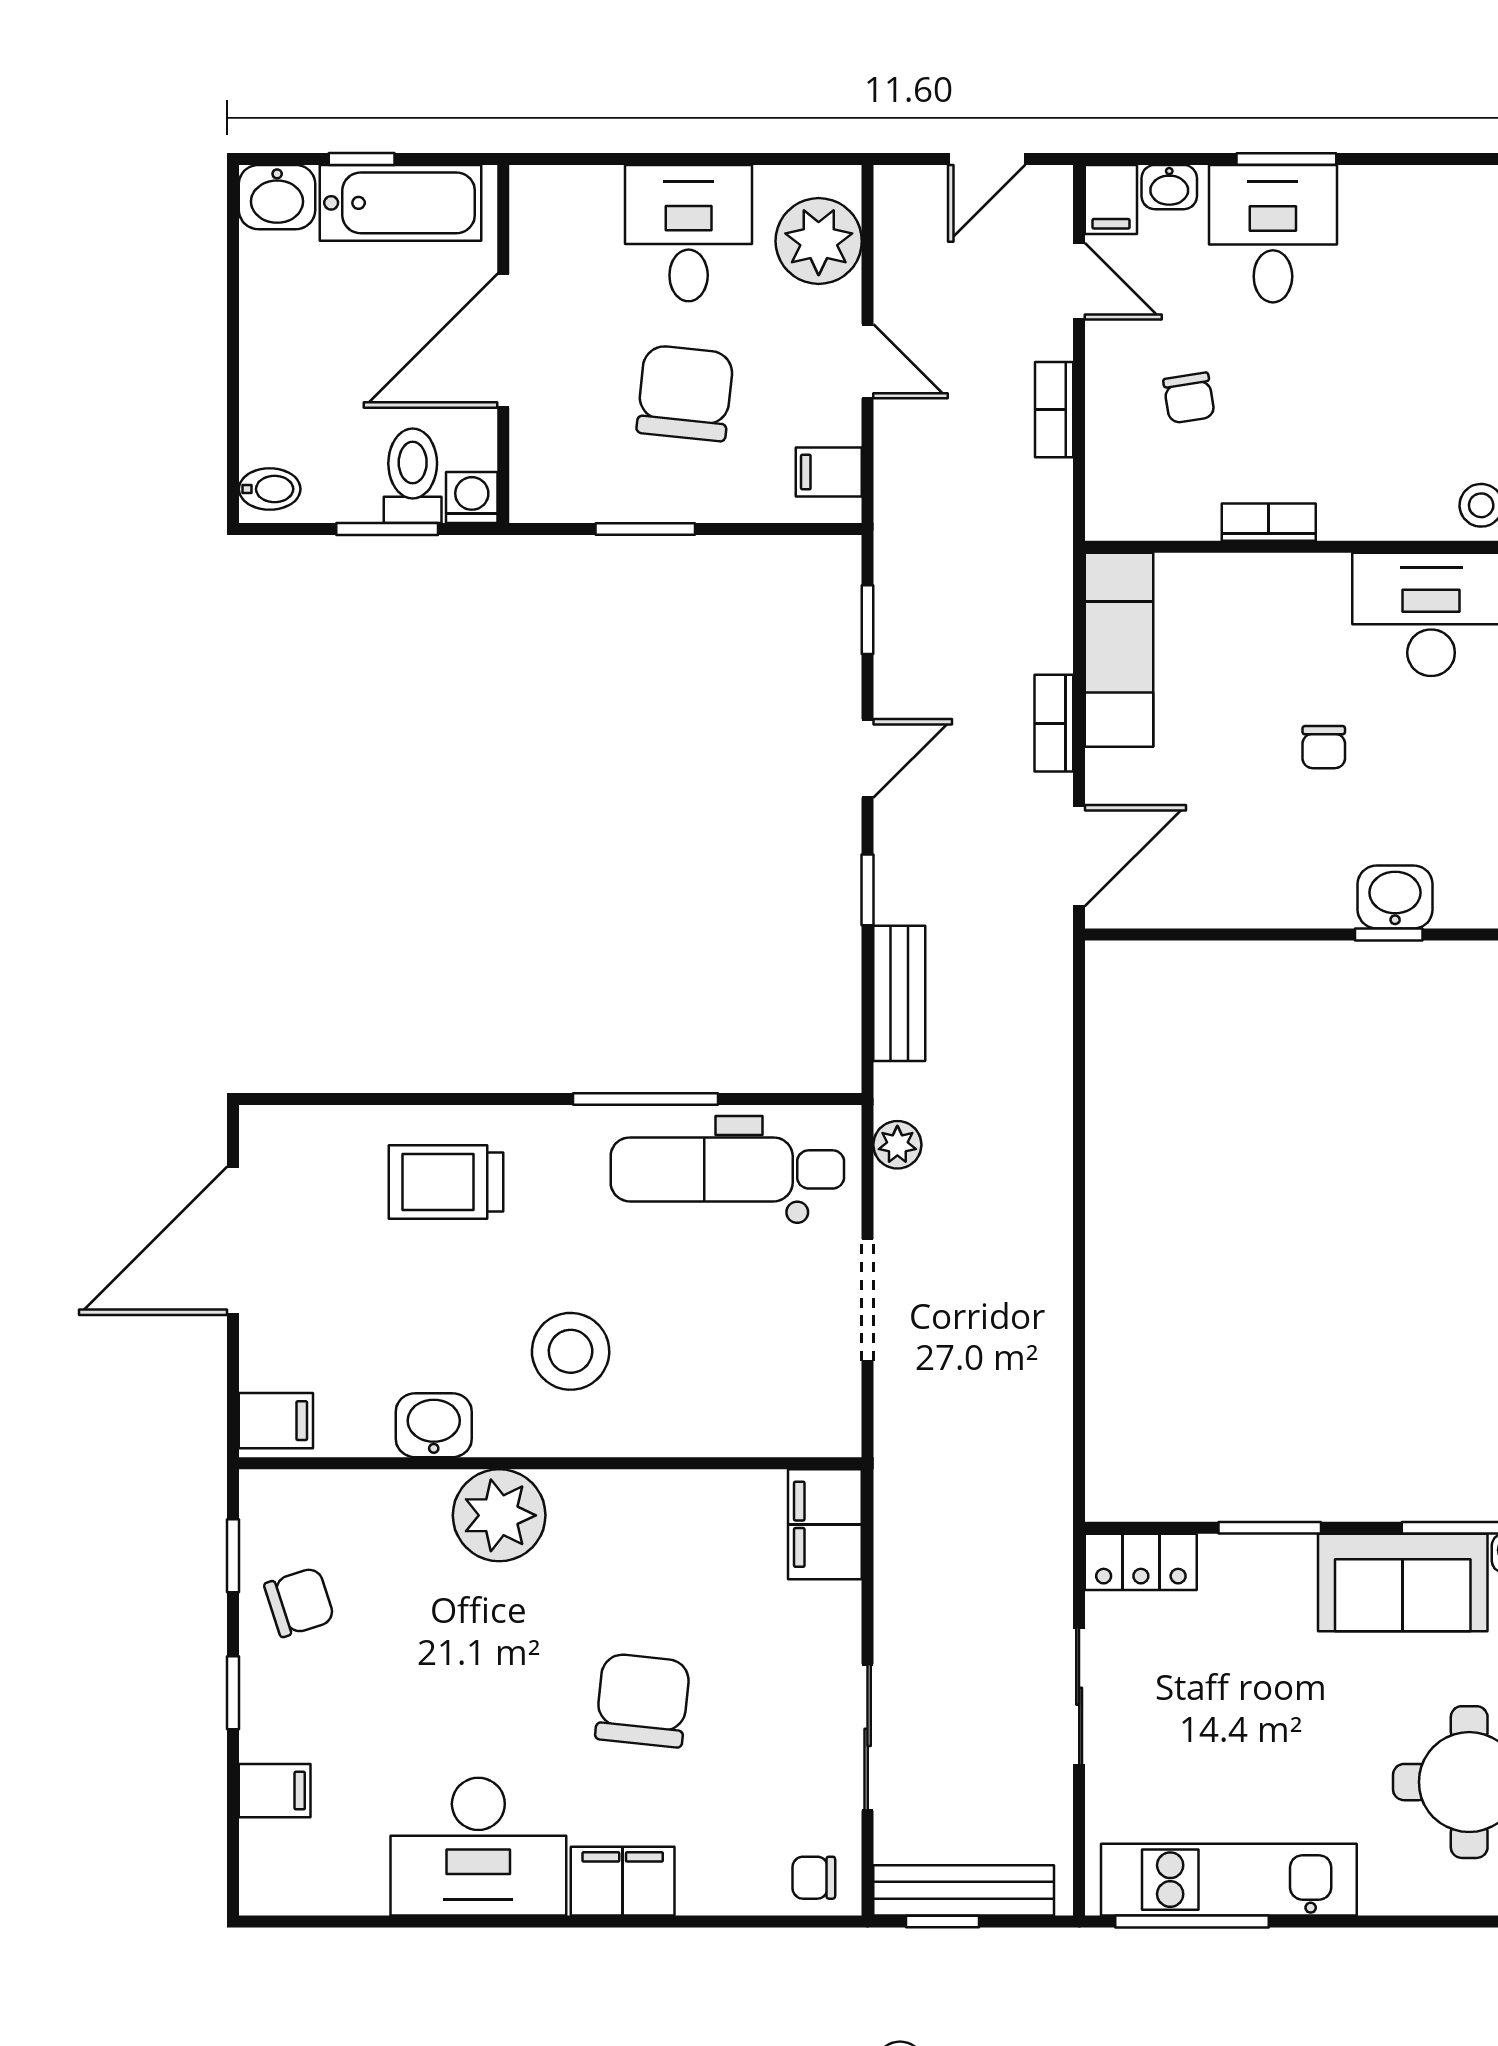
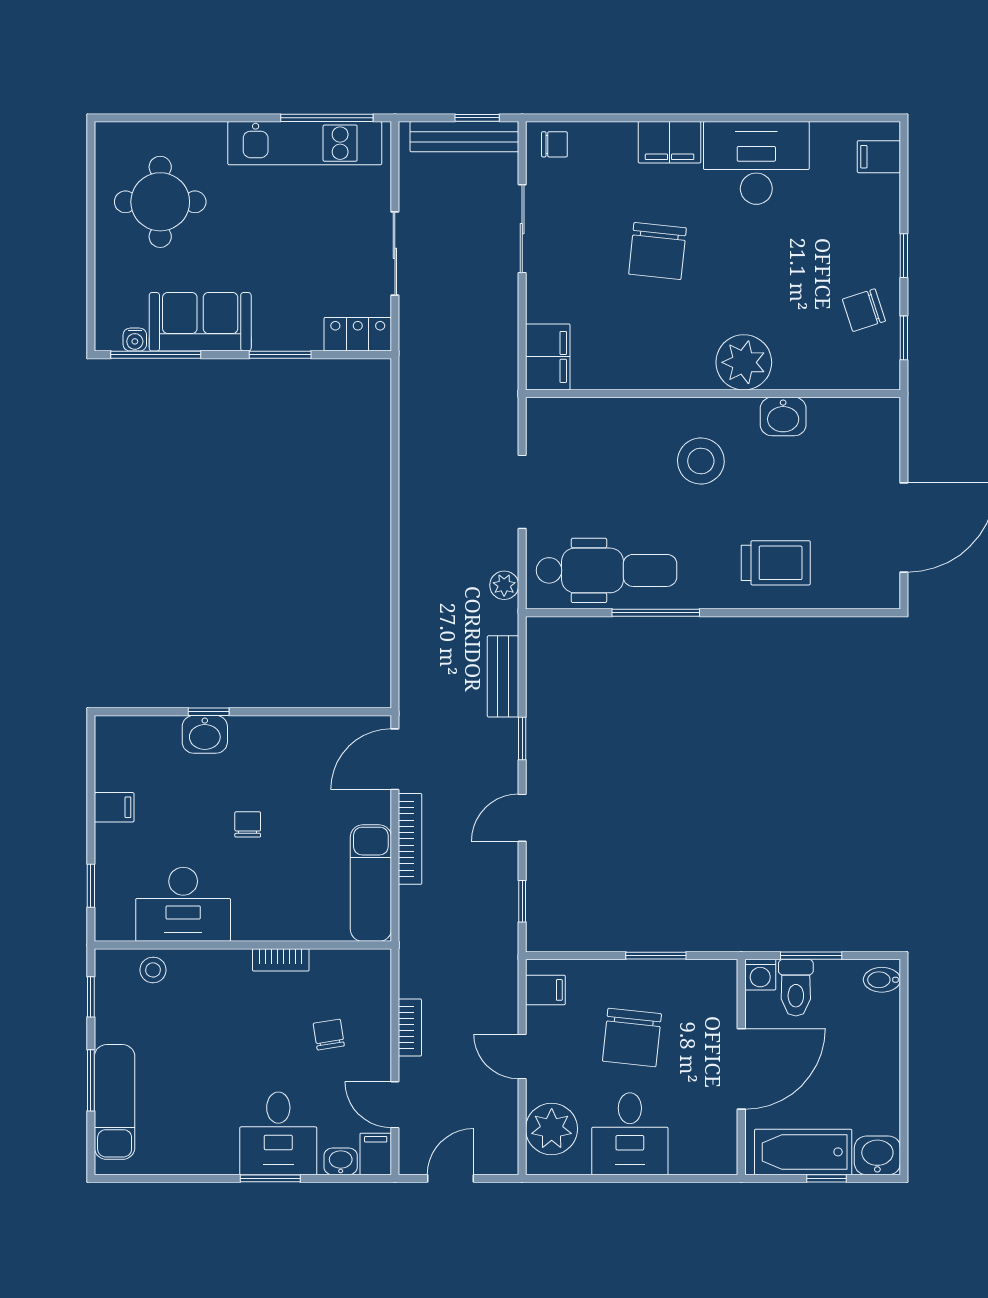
bookcase: (1054, 723) -> (410, 839), width x1.56
filing cabinet: (276, 1421) -> (878, 419), removed
filing cabinet: (275, 1791) -> (879, 157), moved

